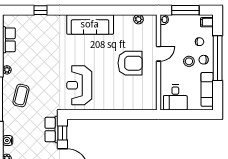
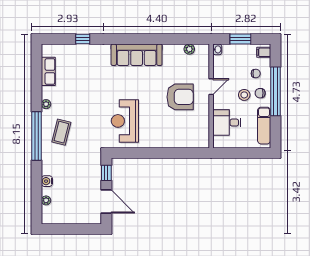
window: (185, 10) -> (240, 39), width x0.69
desk: (175, 98) -> (227, 123), moved, turned 90
row of seats: (51, 130) -> (94, 169), removed

